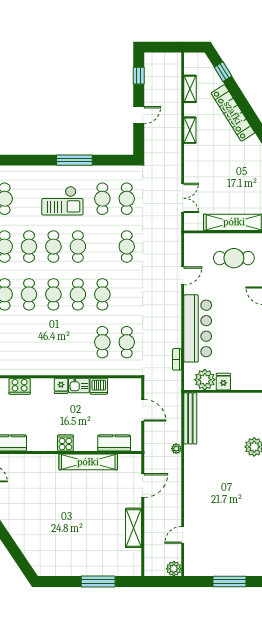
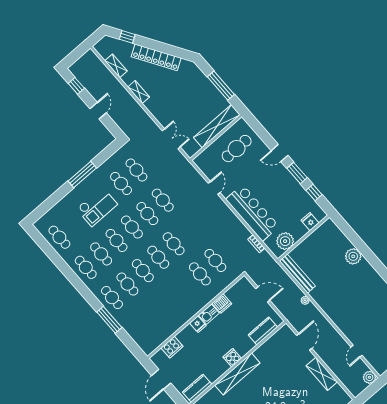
cafe table: (102, 247) -> (147, 214), added
fridge: (223, 382) -> (310, 222), moved
shelving: (88, 462) -> (237, 374), moved

